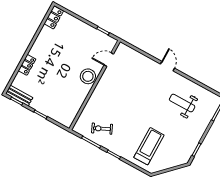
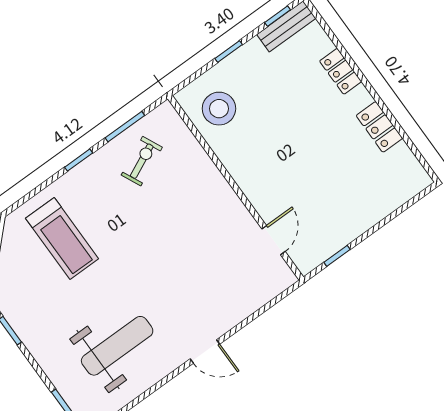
locker: (54, 17) -> (379, 127), moved
stool: (88, 76) -> (219, 109), moved
weight bench: (182, 103) -> (117, 346), width x1.36, depth x1.33

